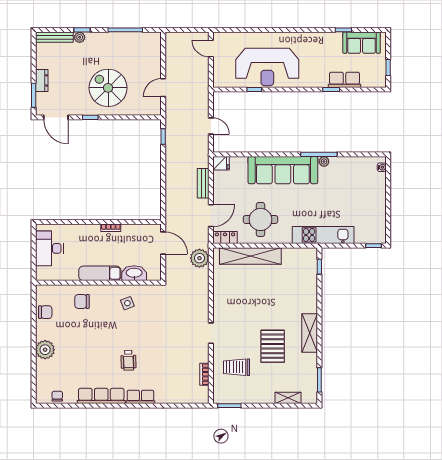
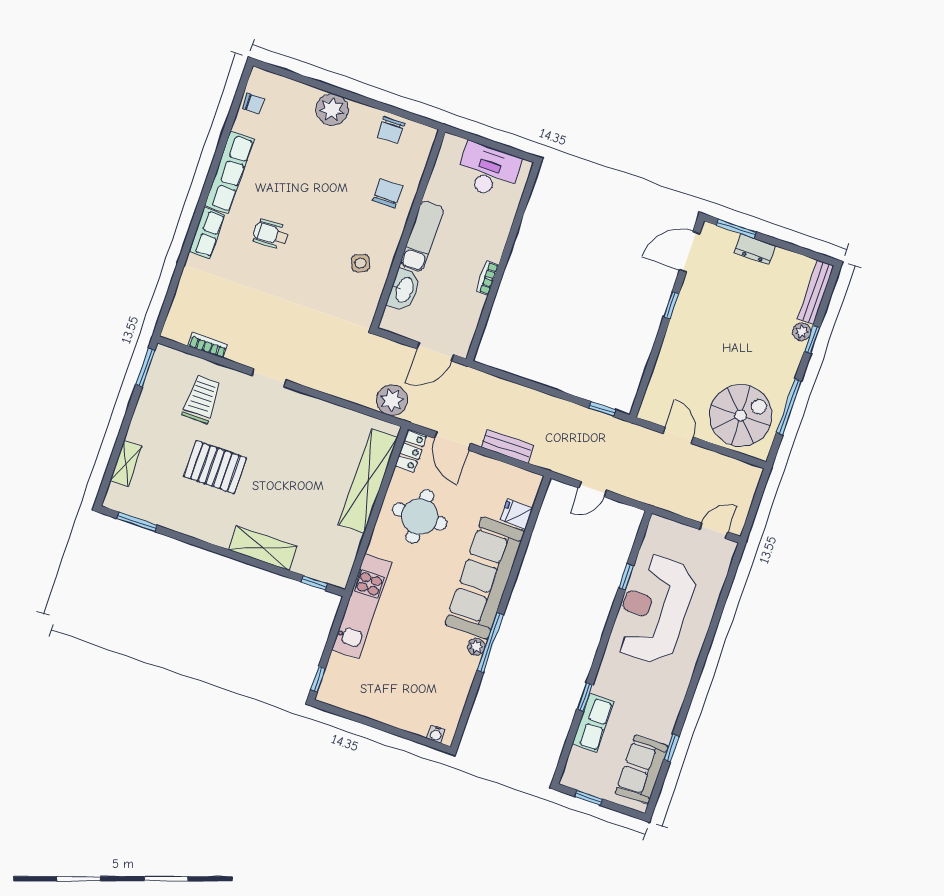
spiral stairs: (108, 88) -> (741, 416), moved
fridge: (221, 163) -> (517, 514), moved, turned 90
shelving: (310, 333) -> (263, 548), moved

